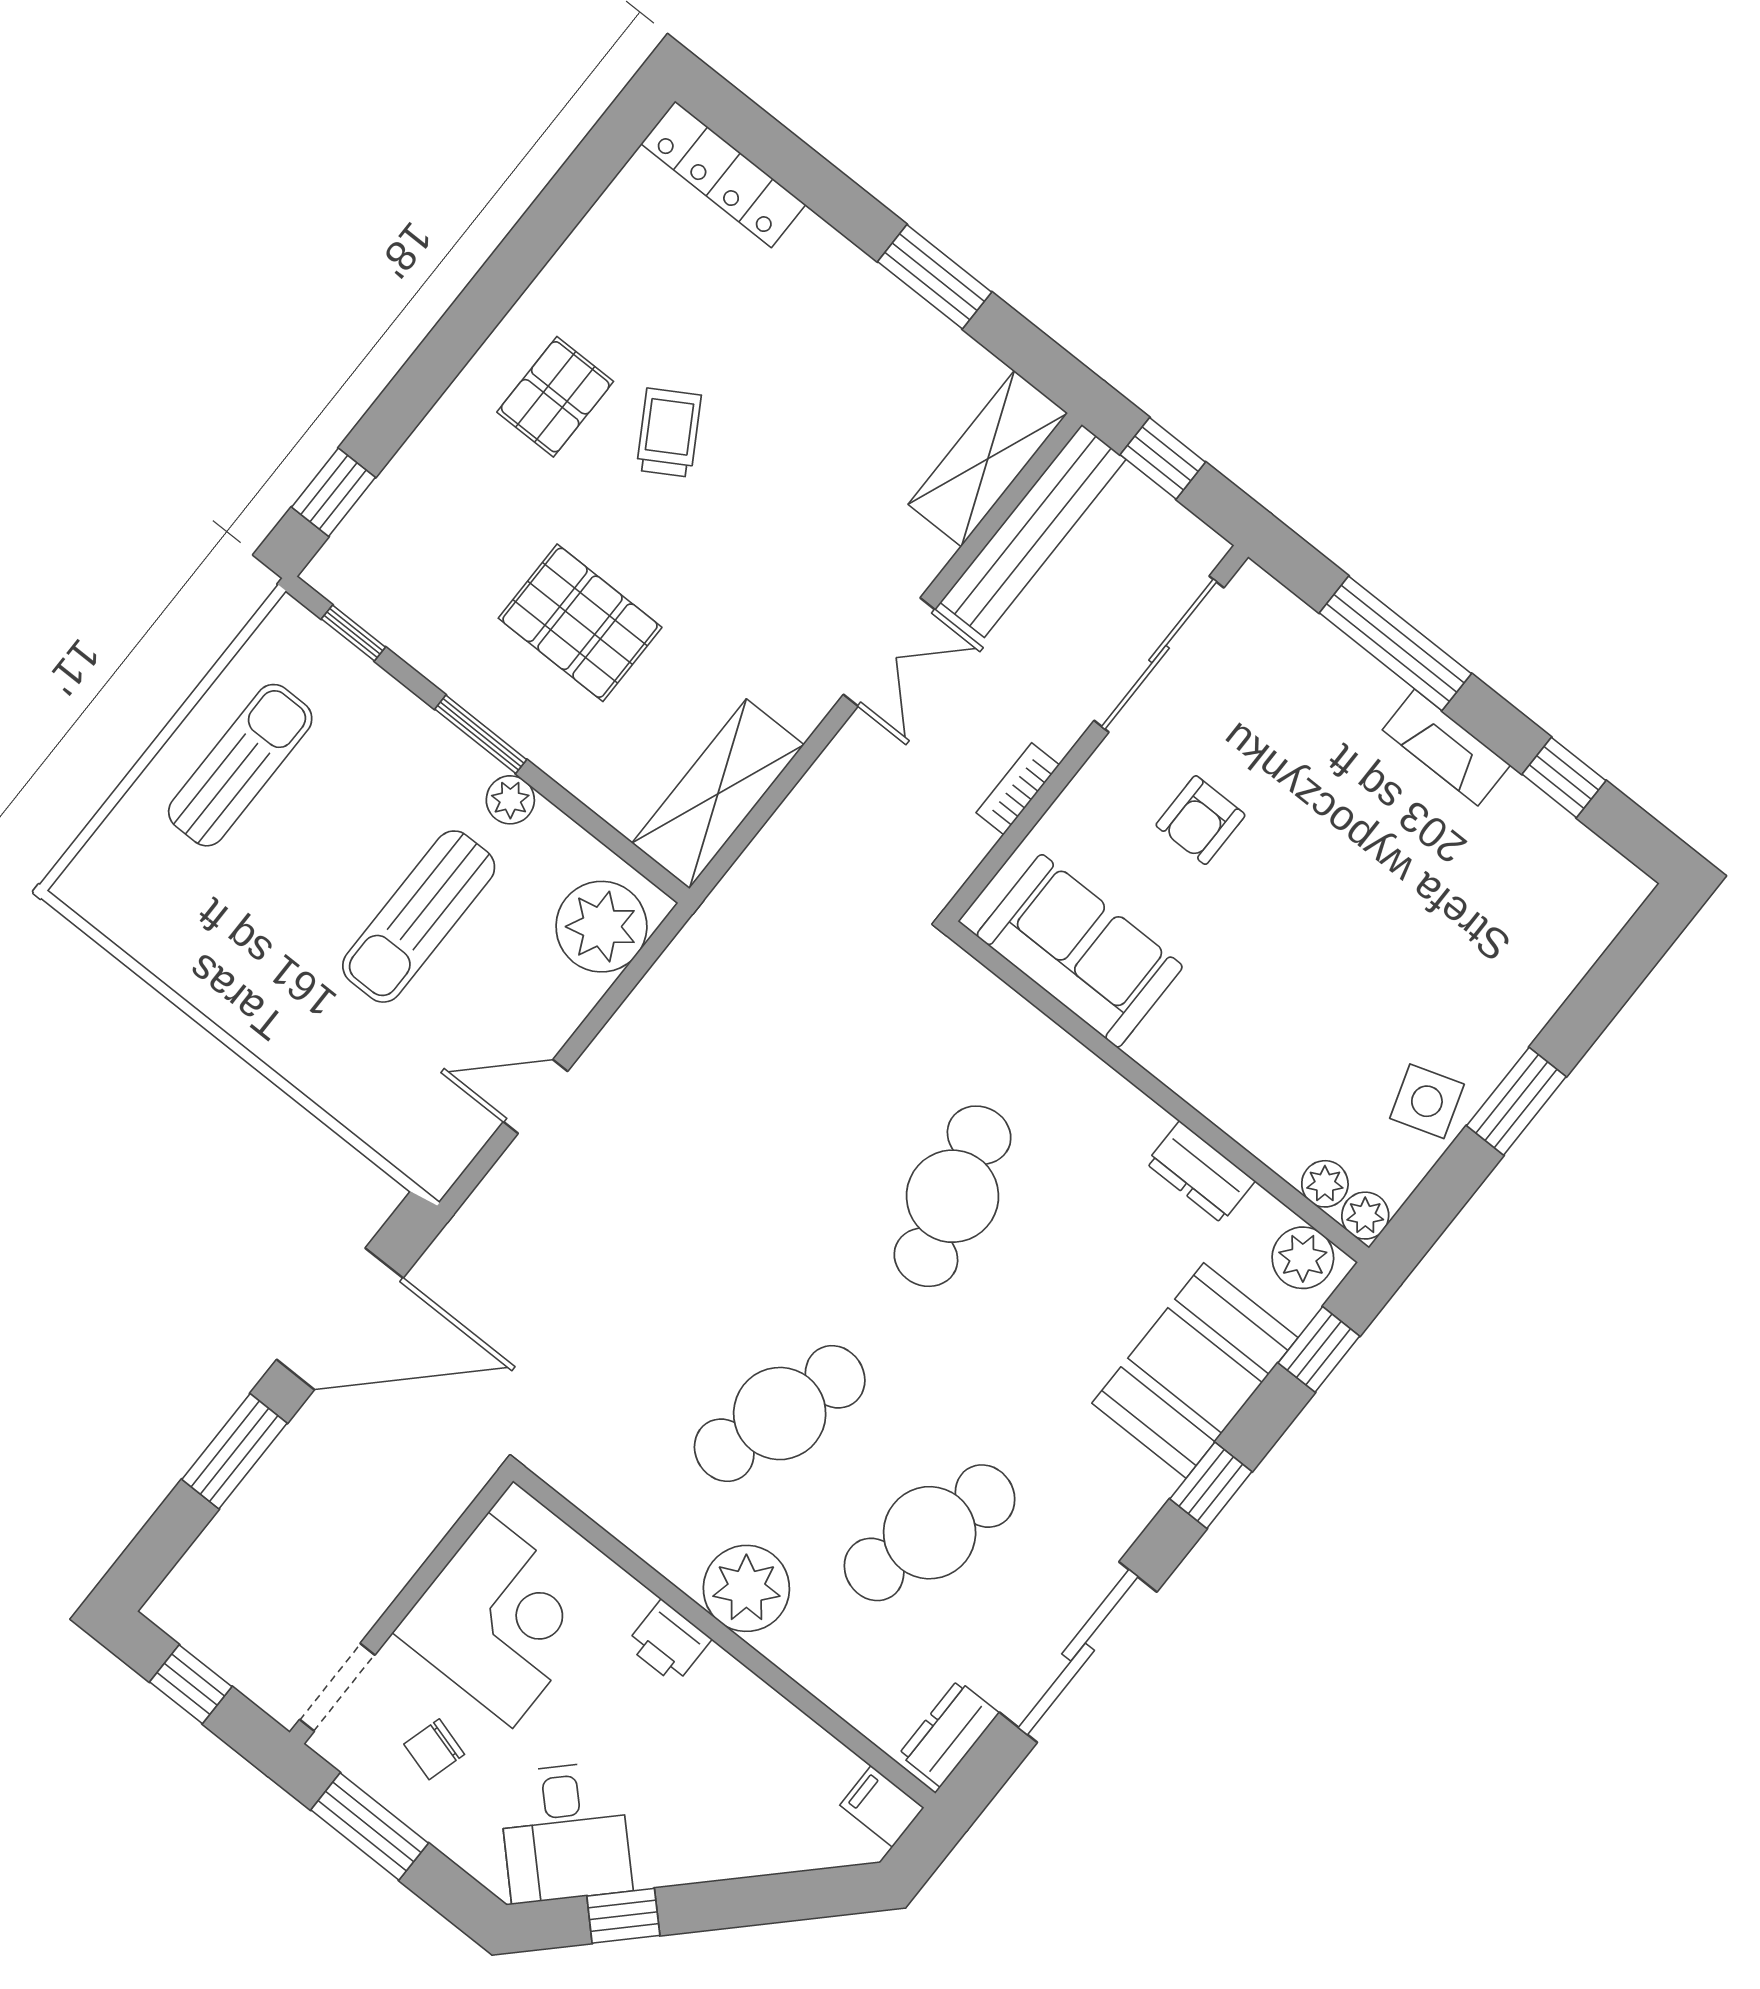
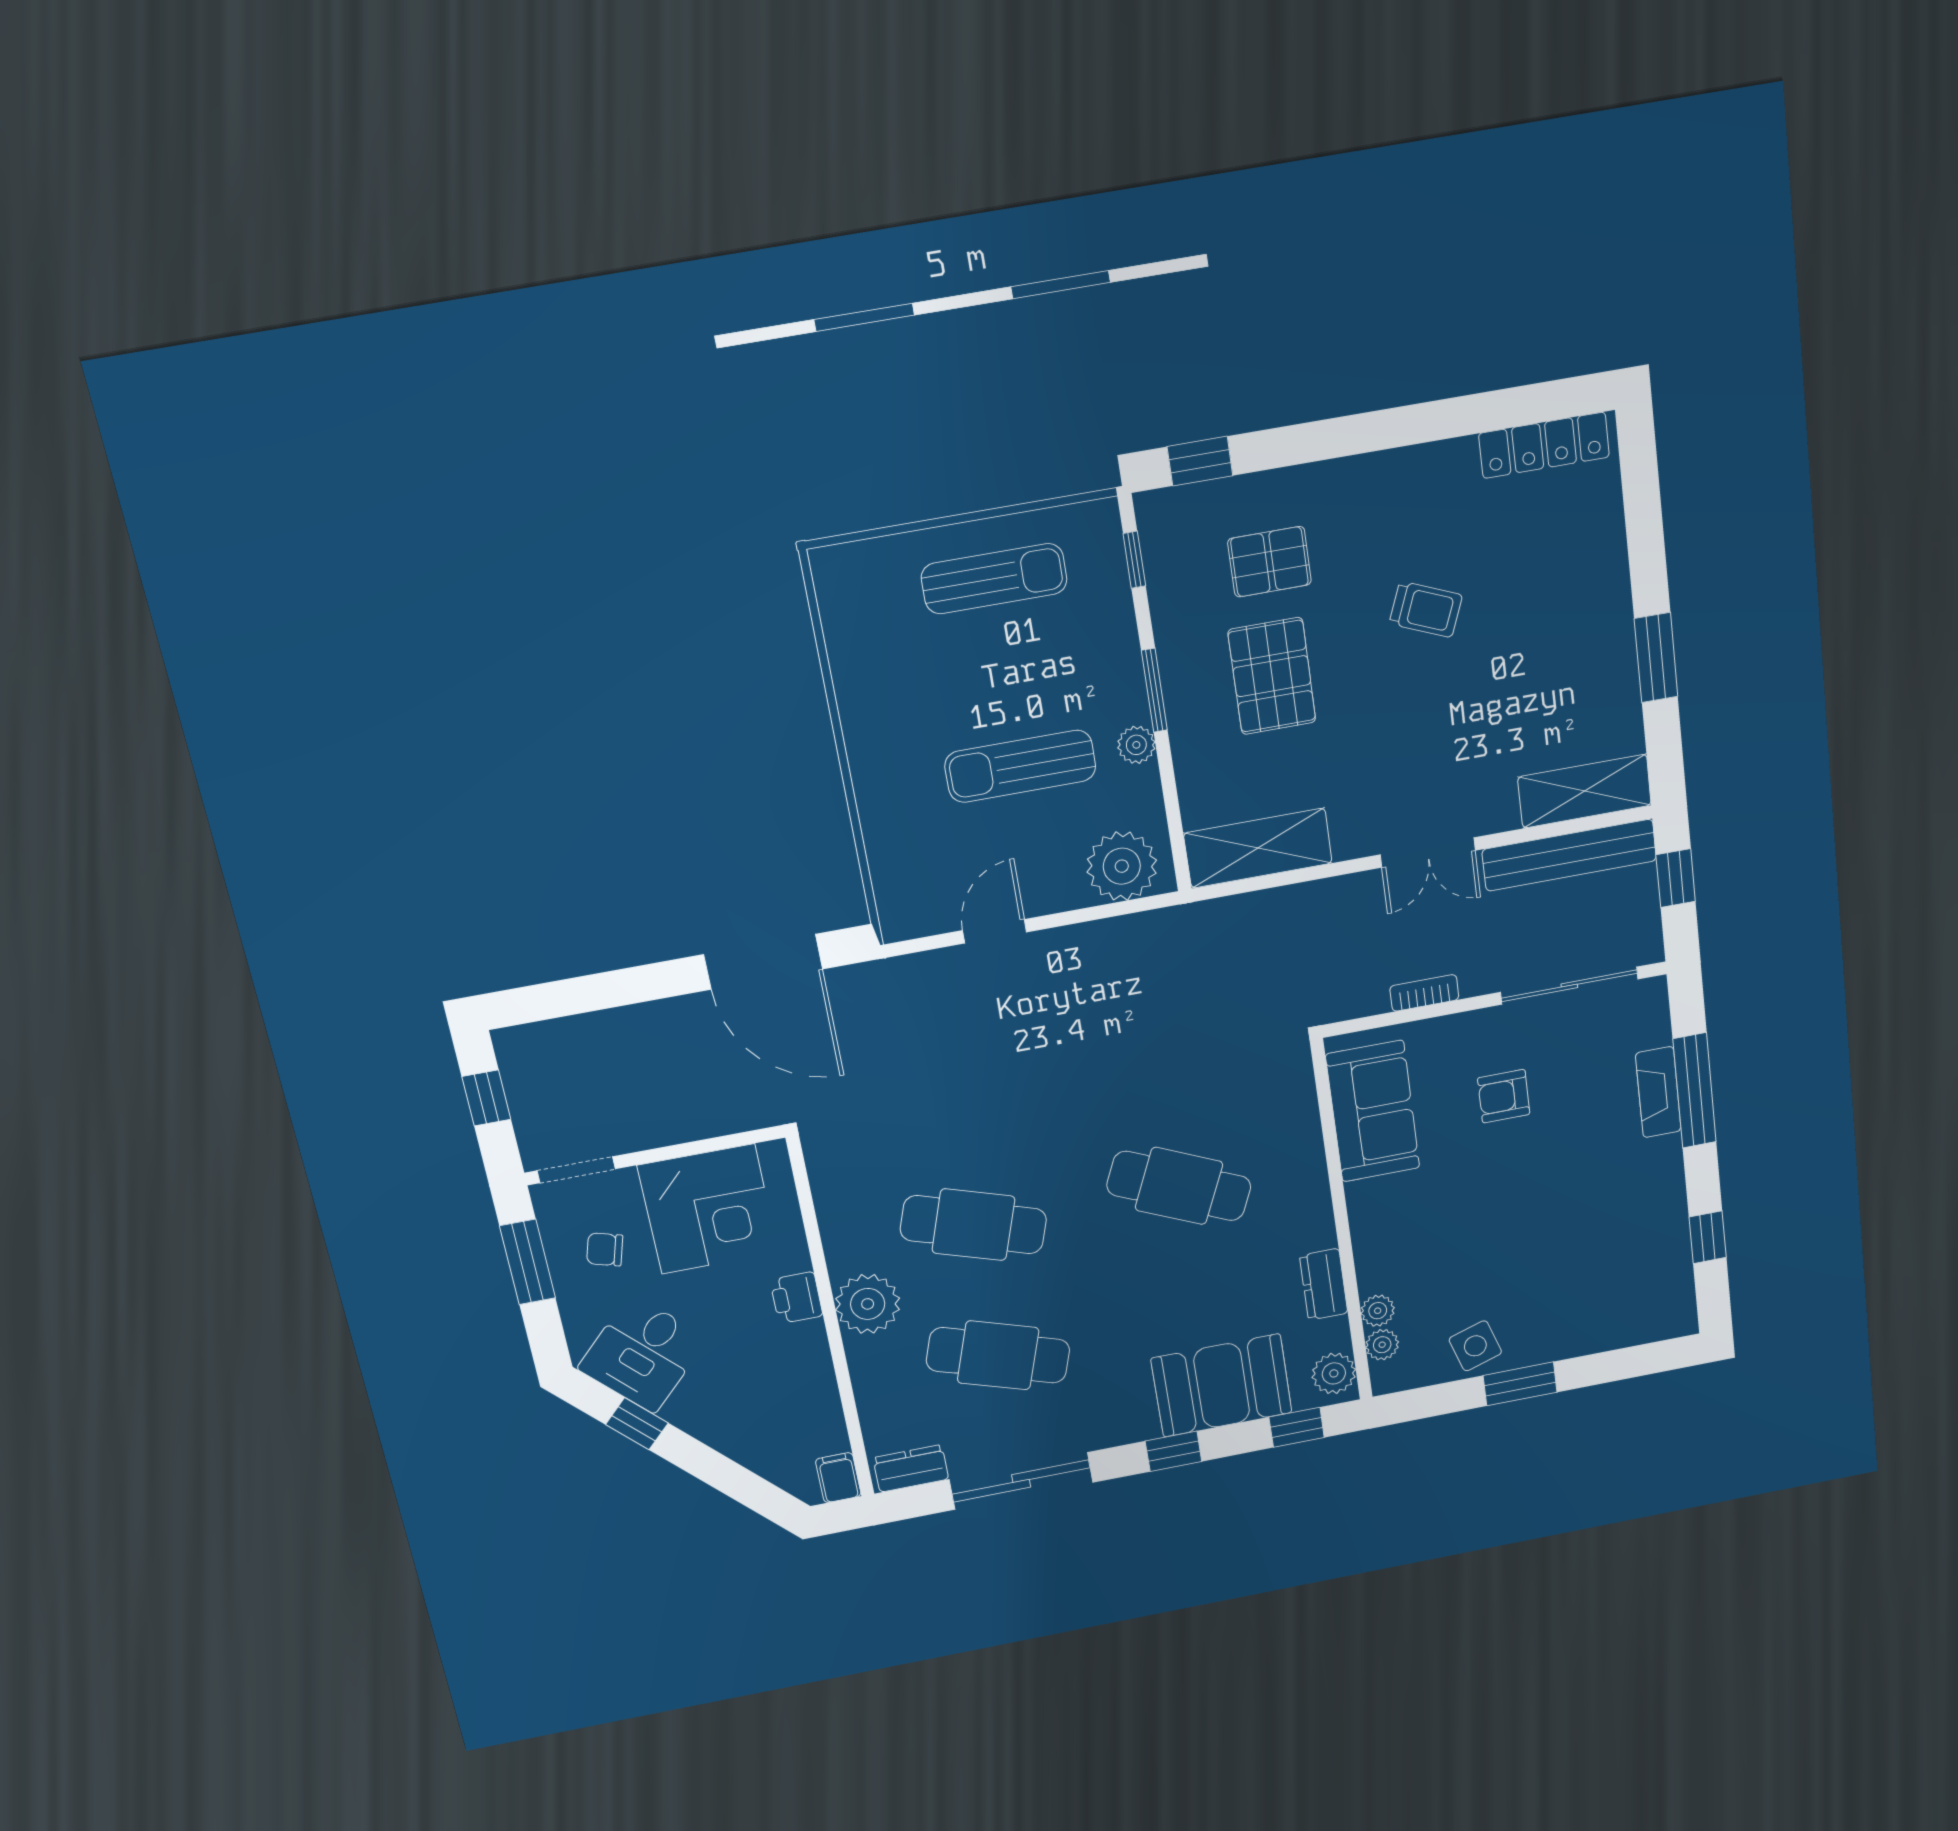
locker: (723, 174) -> (1544, 445), moved, turned -90
pallet: (555, 397) -> (1269, 562), moved
trolley: (669, 433) -> (1426, 609), turned 53
fireplace: (1446, 747) -> (1658, 1092), moved
door: (536, 1097) -> (995, 931), hinge flipped
cafe table: (953, 1196) -> (1179, 1186), turned 39
plant: (1365, 1216) -> (1378, 1311), moved
window: (235, 1451) -> (631, 986), removed

